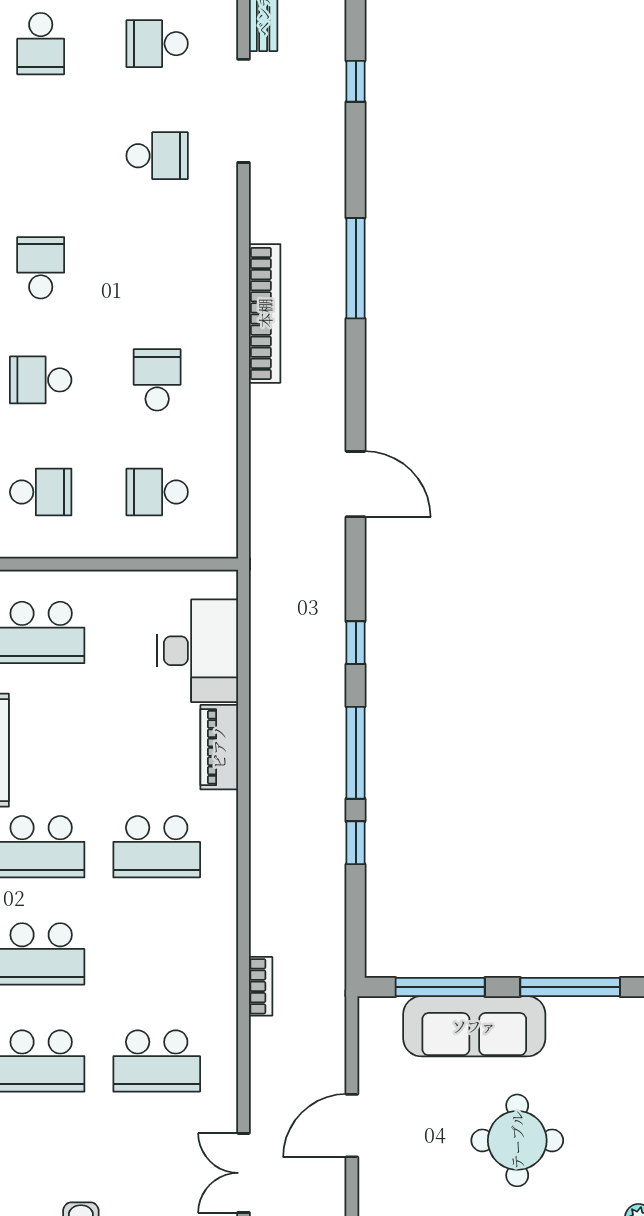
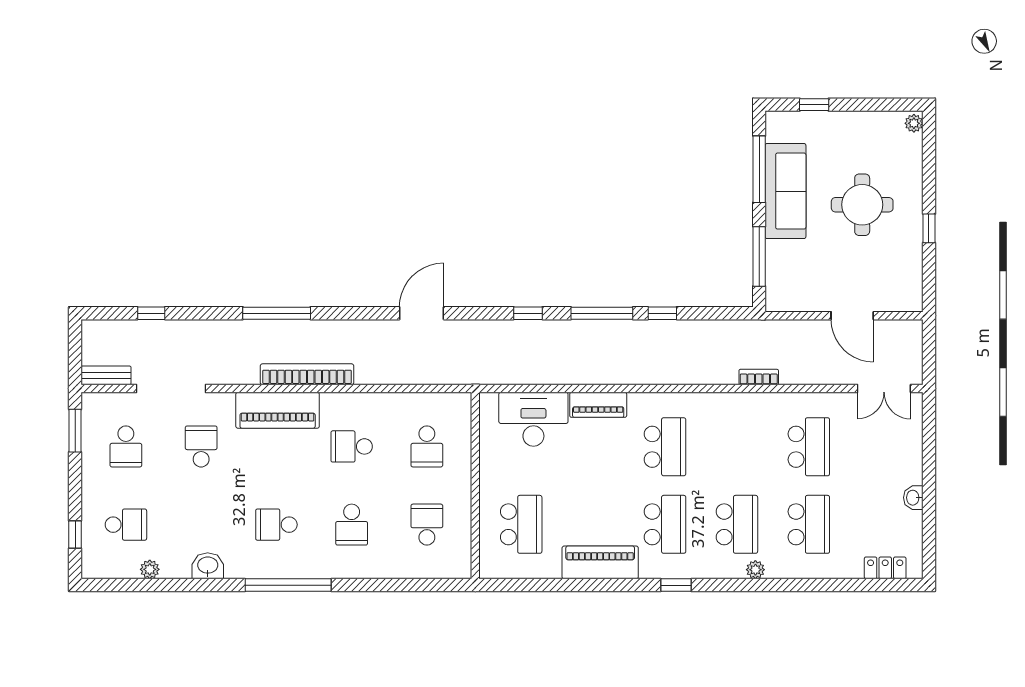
piano: (211, 270) -> (278, 410), added
sofa: (474, 1026) -> (785, 191), moved

